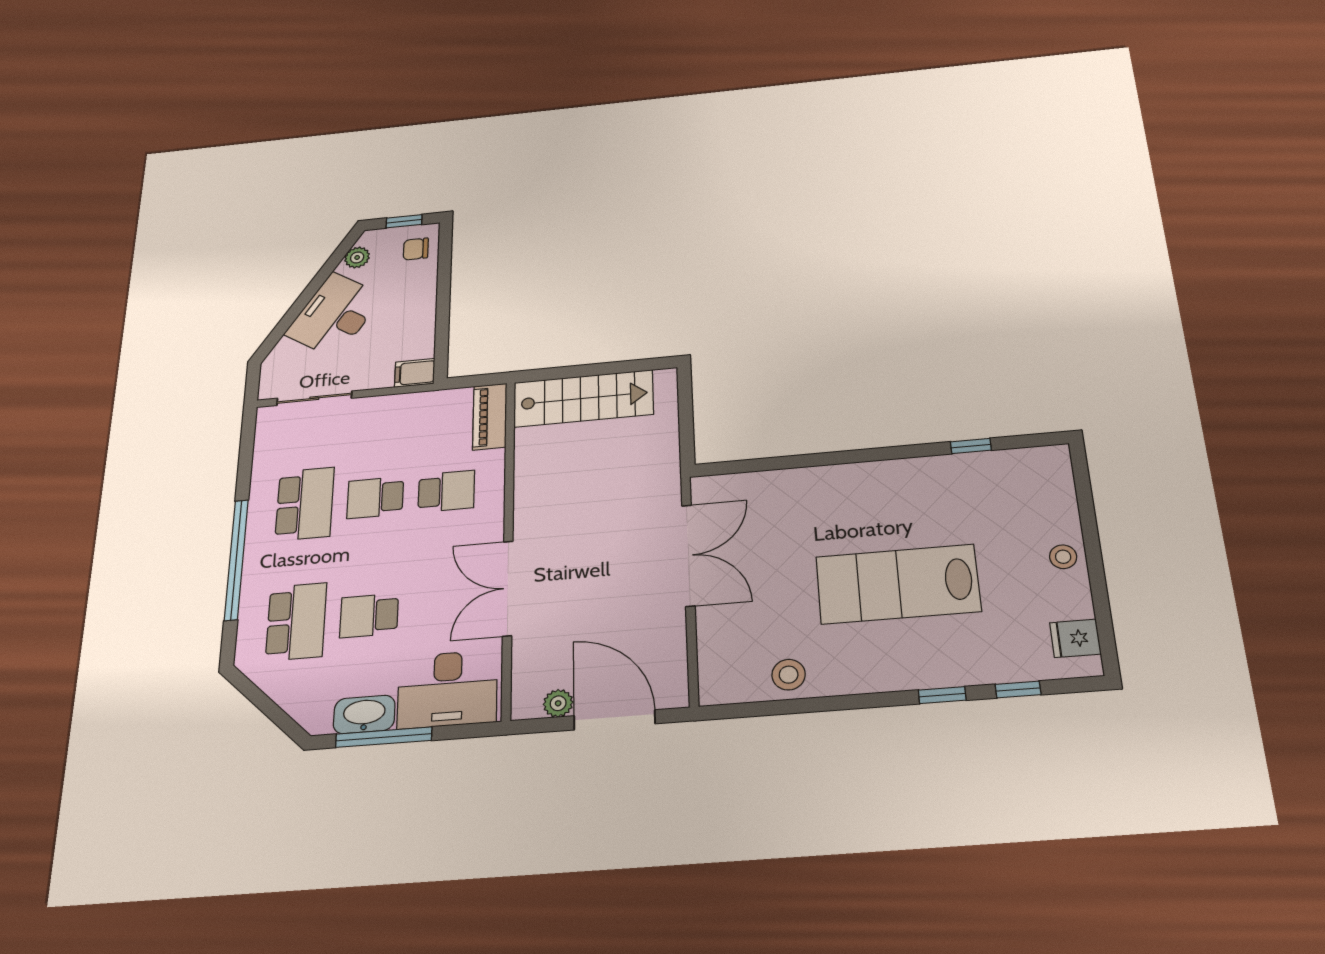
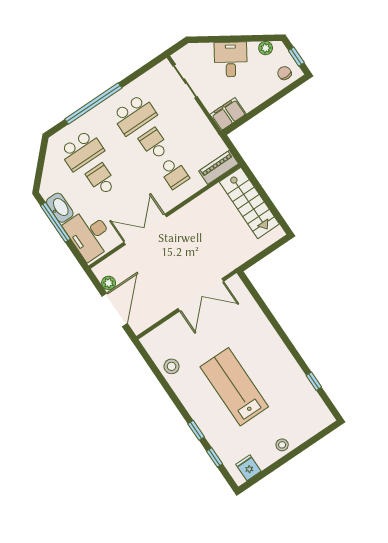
desk: (334, 315) -> (231, 59), width x0.73
filing cabinet: (415, 373) -> (228, 114), width x2.00

